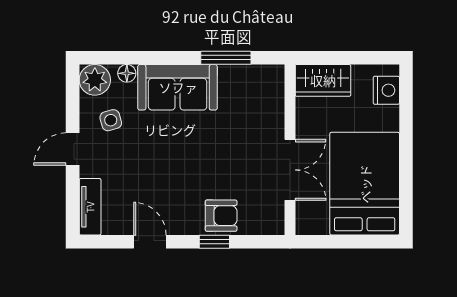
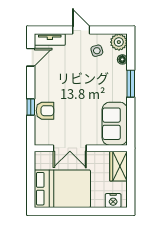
window: (226, 58) -> (131, 84), moved
sofa: (178, 87) -> (115, 124), moved
armchair: (221, 216) -> (45, 111), turned -90
door: (150, 242) -> (31, 57), moved

